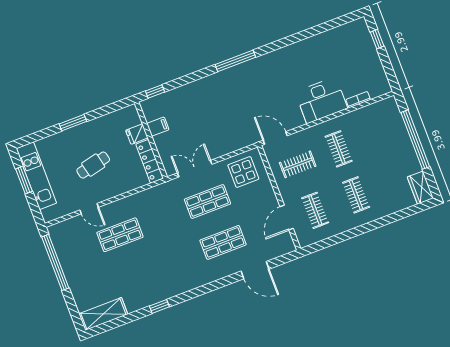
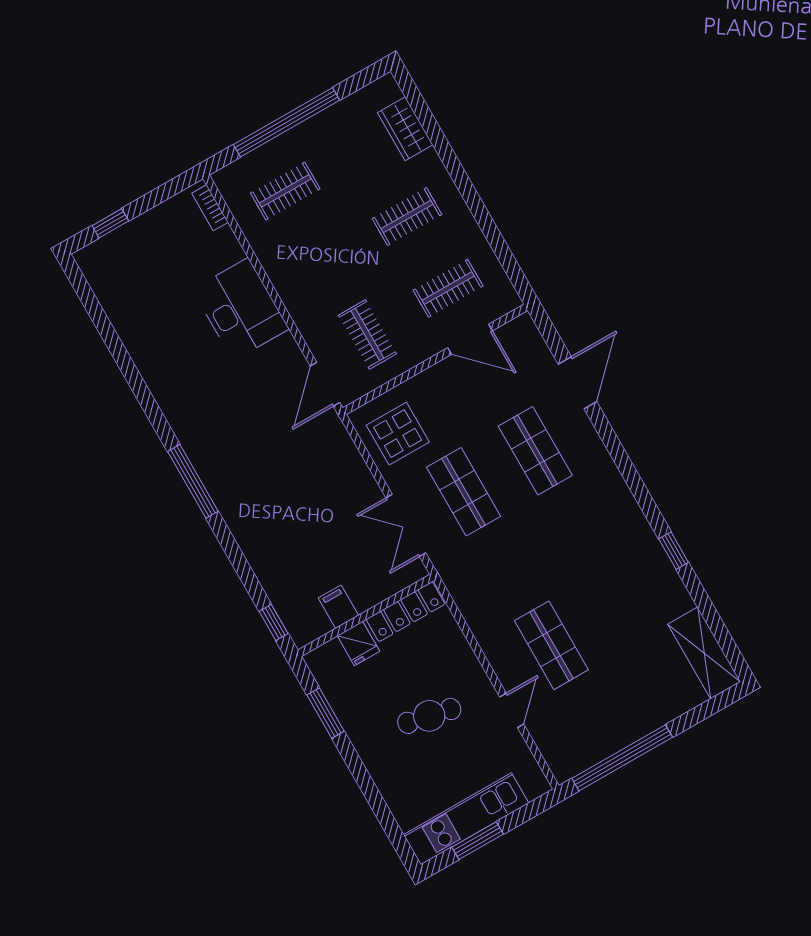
bookcase: (358, 100) -> (210, 208), moved
window: (73, 123) -> (326, 713), moved
clothes rail: (339, 149) -> (285, 191), moved
cafe table: (93, 165) -> (429, 716), turned -65
wardrobe: (420, 188) -> (405, 129), moved, turned 90

